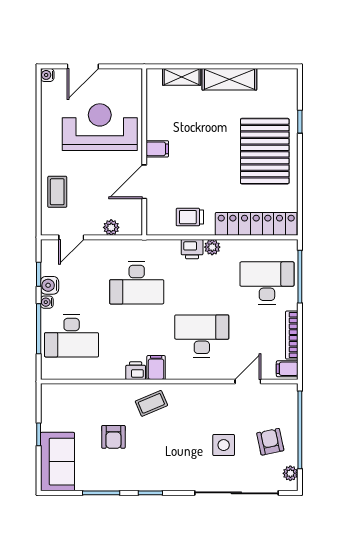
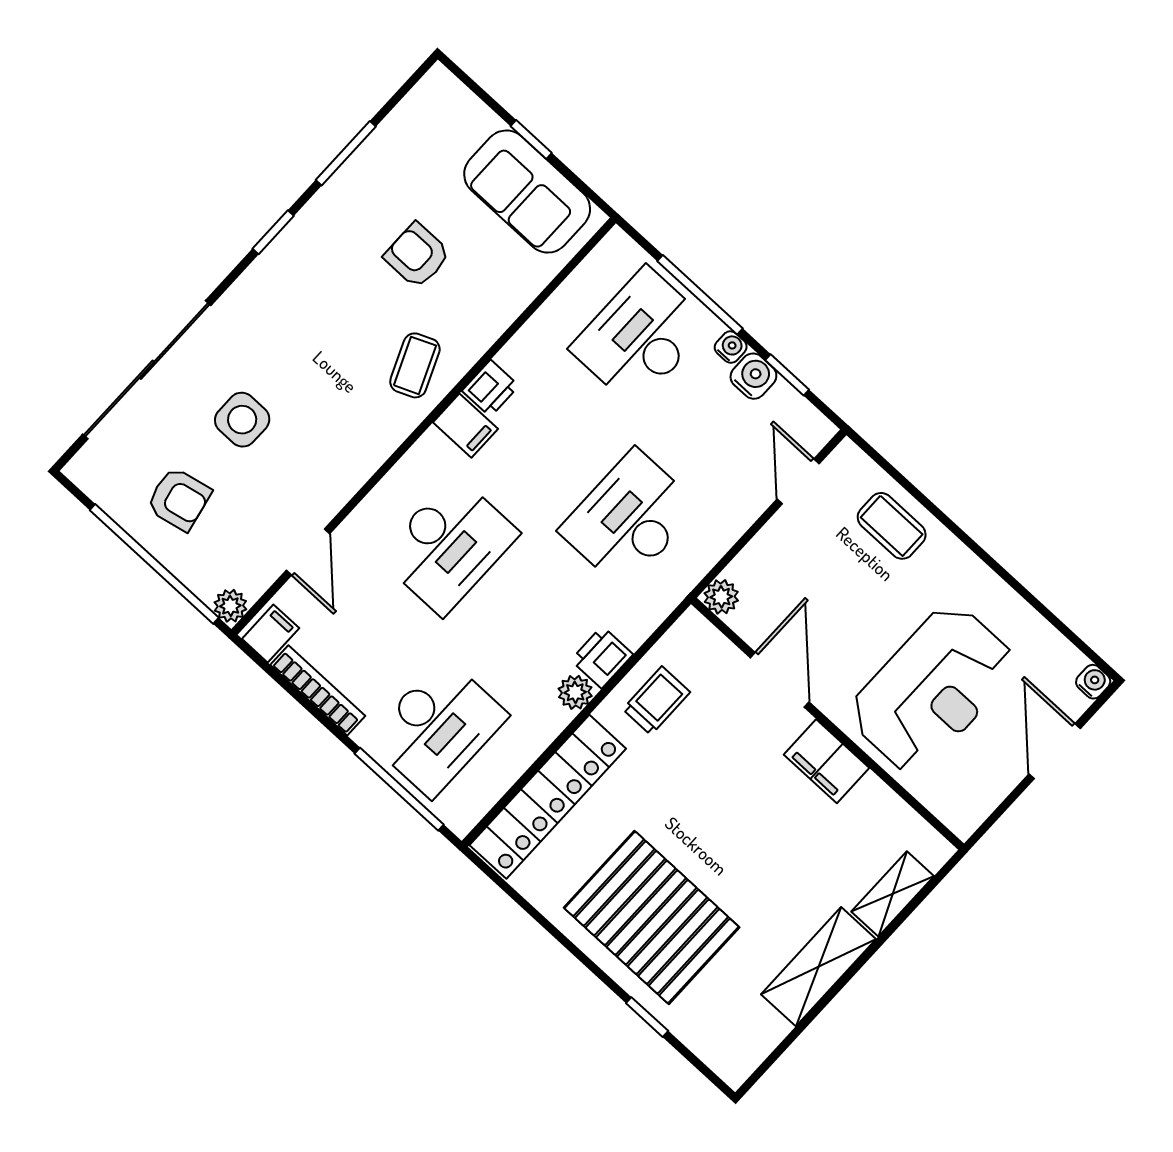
filing cabinet: (157, 149) -> (826, 761), width x2.00
plant: (111, 227) -> (721, 597), moved
sofa: (58, 462) -> (527, 192), moved
plant: (290, 473) -> (230, 606), moved

